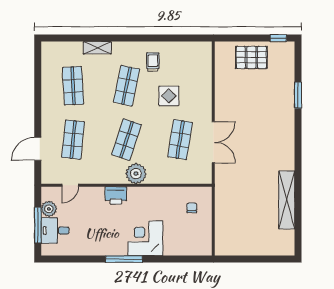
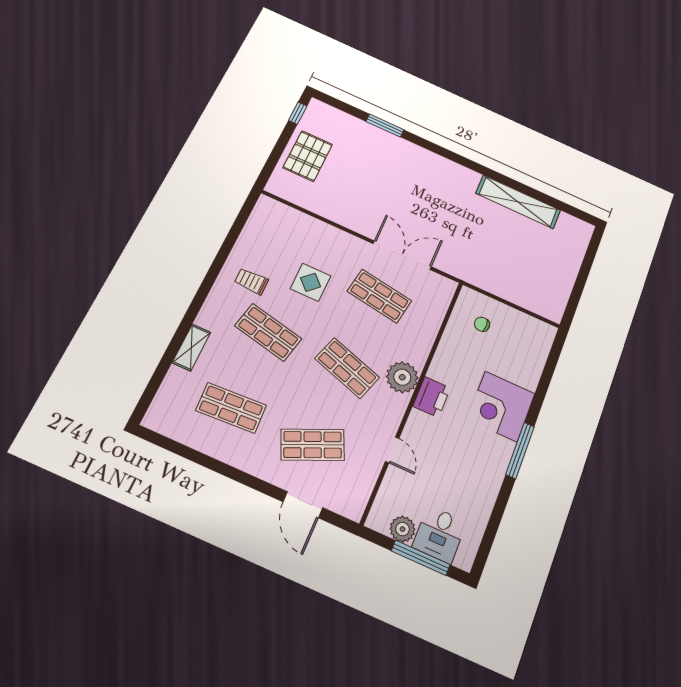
shop shelf: (73, 140) -> (313, 445), turned -30
door: (70, 185) -> (392, 450), moved
printer: (116, 195) -> (432, 397), moved

